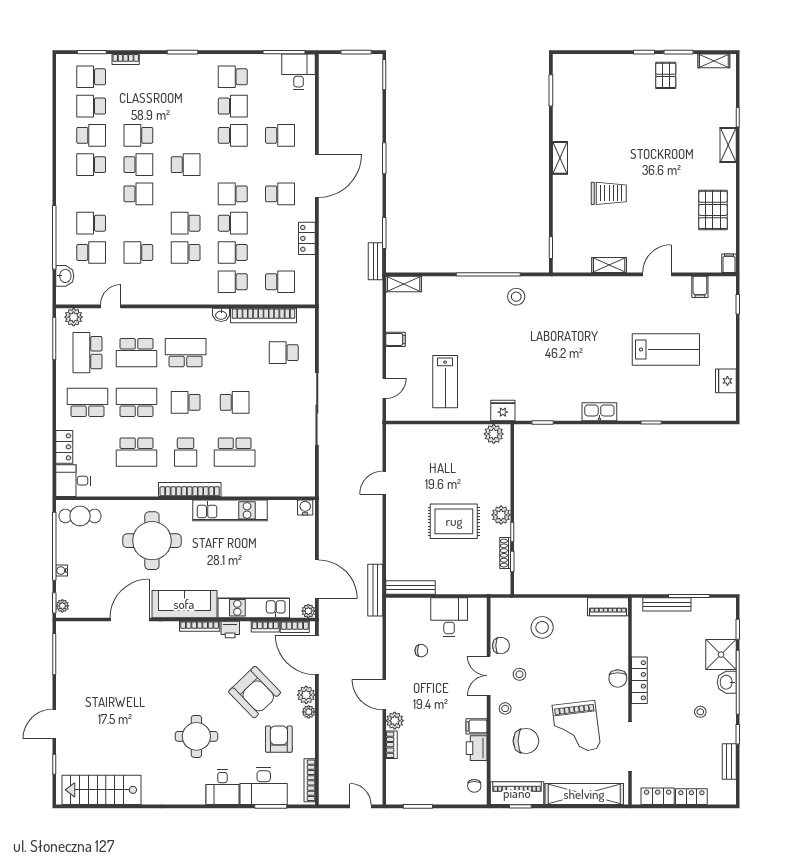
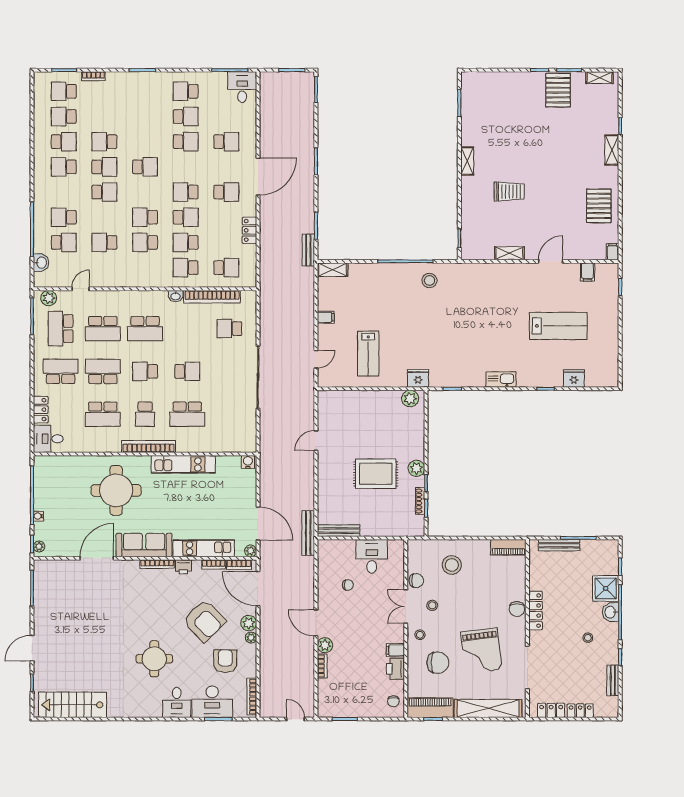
pallet: (666, 75) -> (558, 90), width x1.50, depth x1.42
school desk: (186, 353) -> (145, 329), turned 180
fridge: (726, 381) -> (574, 378), moved, turned 90
cafe table: (80, 516) -> (54, 469), removed

